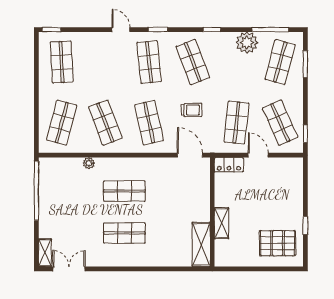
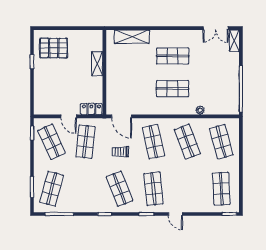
plant: (247, 42) -> (77, 204), removed
shop shelf: (62, 123) -> (221, 142), turned -30
shelving: (201, 244) -> (132, 37), moved, turned 90

